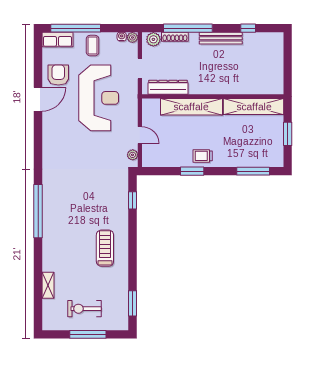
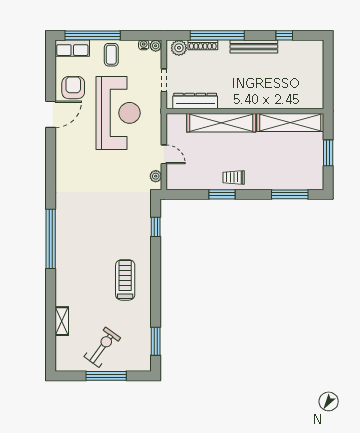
exercise bike: (84, 309) -> (102, 347), turned 126

